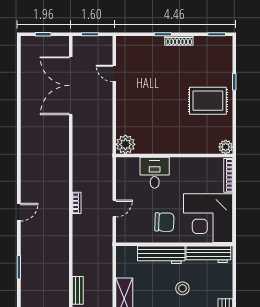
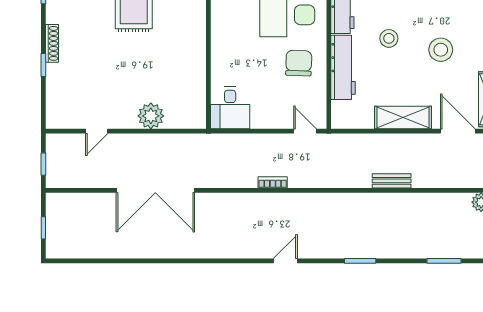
double door: (71, 86) -> (155, 190), moved
plant: (125, 144) -> (151, 116), moved
desk: (155, 173) -> (230, 108), moved, turned -90
door: (114, 208) -> (305, 131), moved
door: (19, 212) -> (285, 261), hinge flipped

